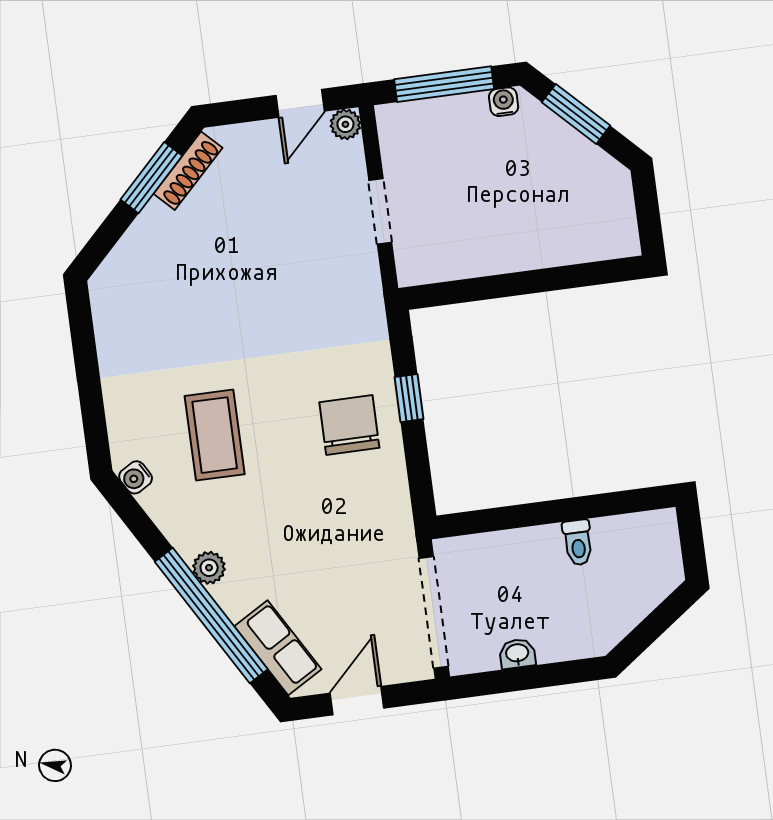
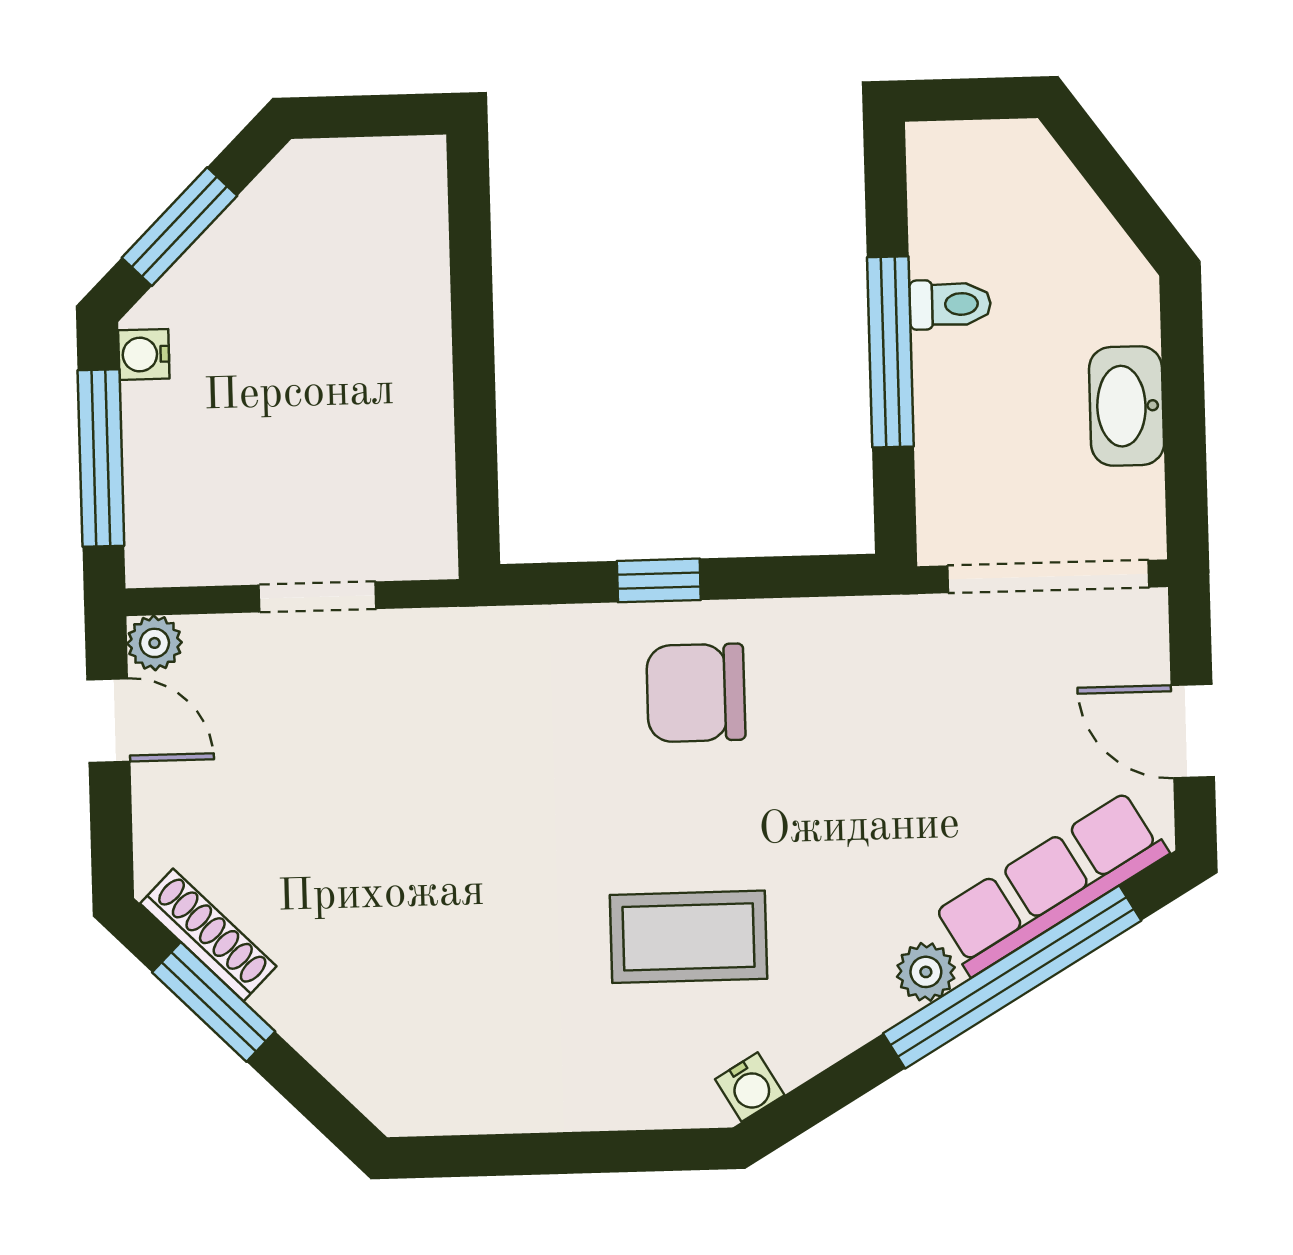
window: (548, 512) -> (890, 352), added
row of seats: (278, 648) -> (1050, 884), width x1.48
washbasin: (517, 654) -> (1127, 406), width x1.91, depth x1.45

